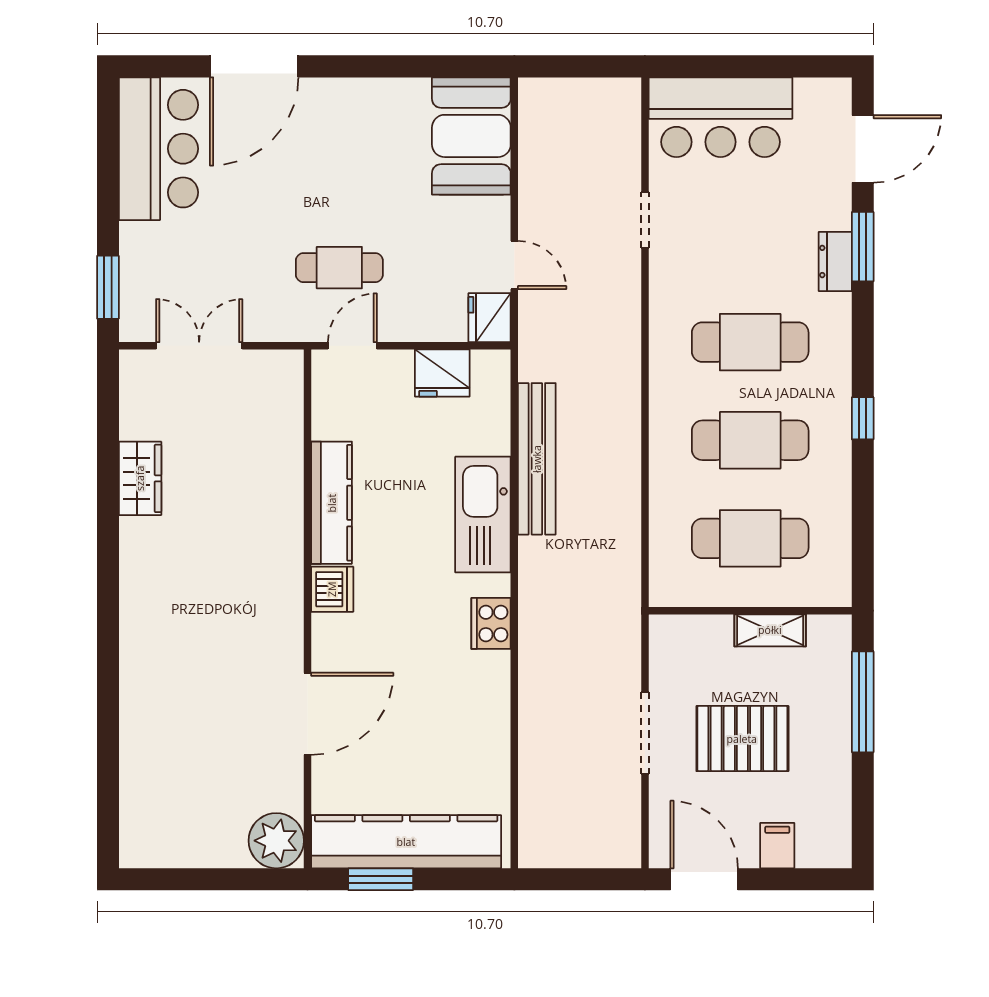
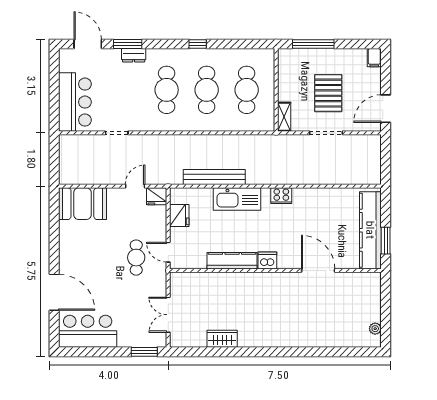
shelving: (770, 630) -> (284, 117), moved
plant: (276, 841) -> (375, 329), moved, width x0.53, depth x0.53
filing cabinet: (777, 846) -> (374, 58), moved, turned -90

